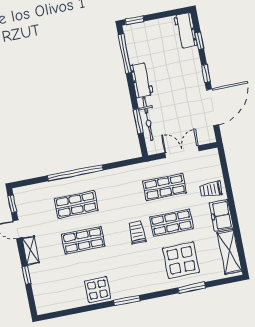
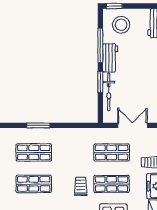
stool: (147, 40) -> (121, 25), added
window: (125, 54) -> (100, 45), moved
window: (138, 121) -> (100, 82), moved
window: (75, 173) -> (38, 125), width x0.47

